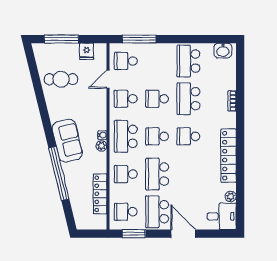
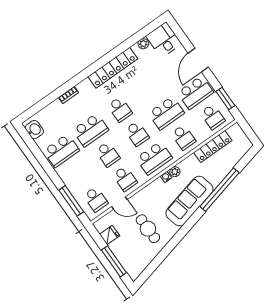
cafe table: (61, 79) -> (148, 229), moved
sofa: (67, 141) -> (189, 201), width x1.36

